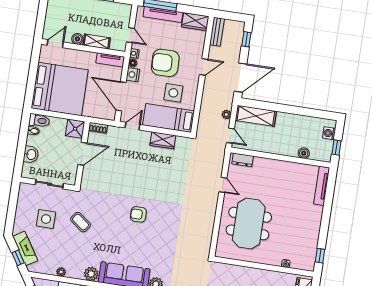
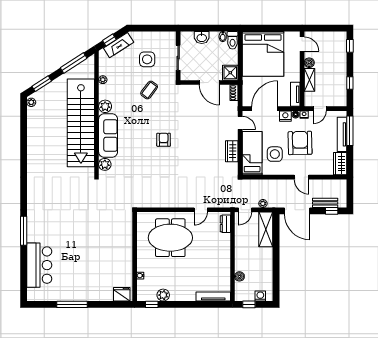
bench: (217, 32) -> (325, 203), moved
plant: (311, 241) -> (163, 295), added

